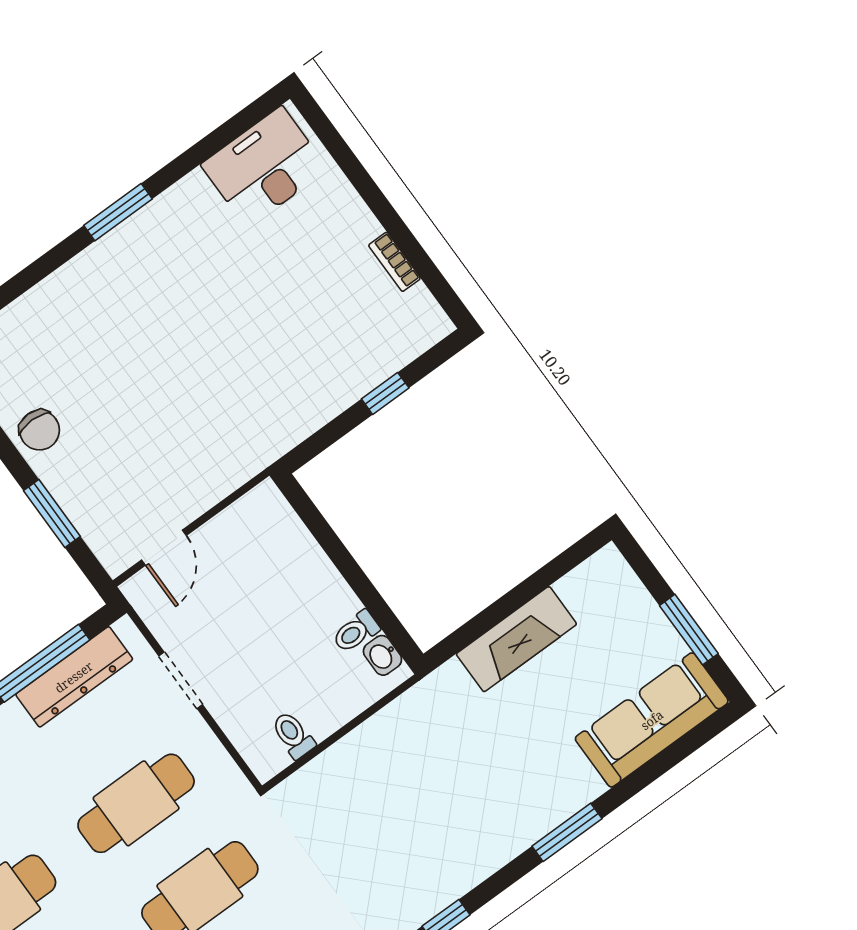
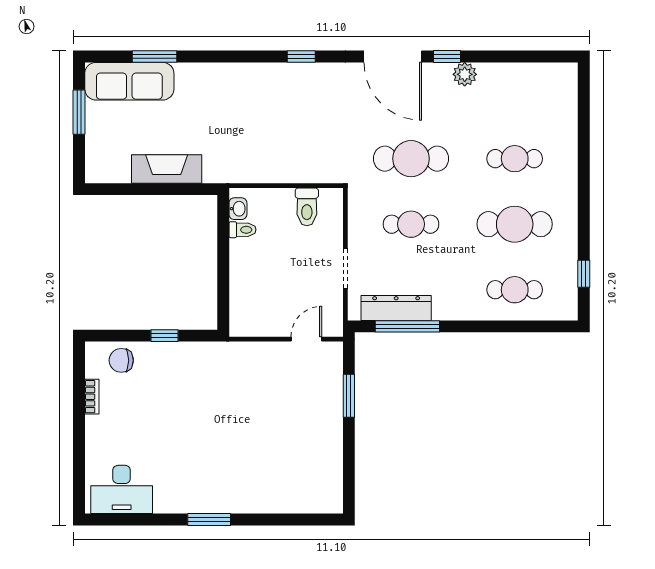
window: (385, 393) -> (164, 336), moved
chair: (39, 430) -> (121, 360), moved, turned -90
toilet: (293, 735) -> (307, 207), width x1.37, depth x1.39
cafe table: (136, 803) -> (411, 224), width x0.73, depth x0.74
window: (567, 832) -> (154, 56), moved

